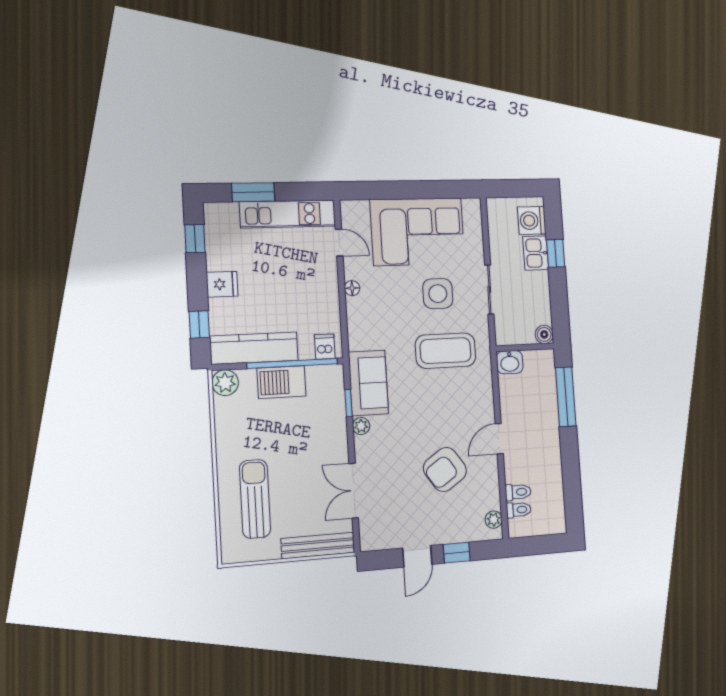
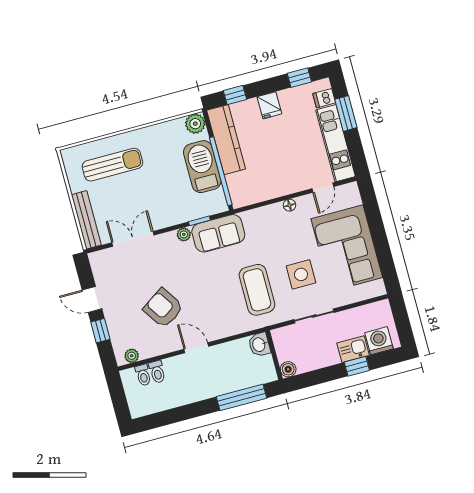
dishwasher: (325, 347) -> (324, 98), moved, turned 180
barbecue: (282, 382) -> (202, 167), width x1.37, depth x1.21

